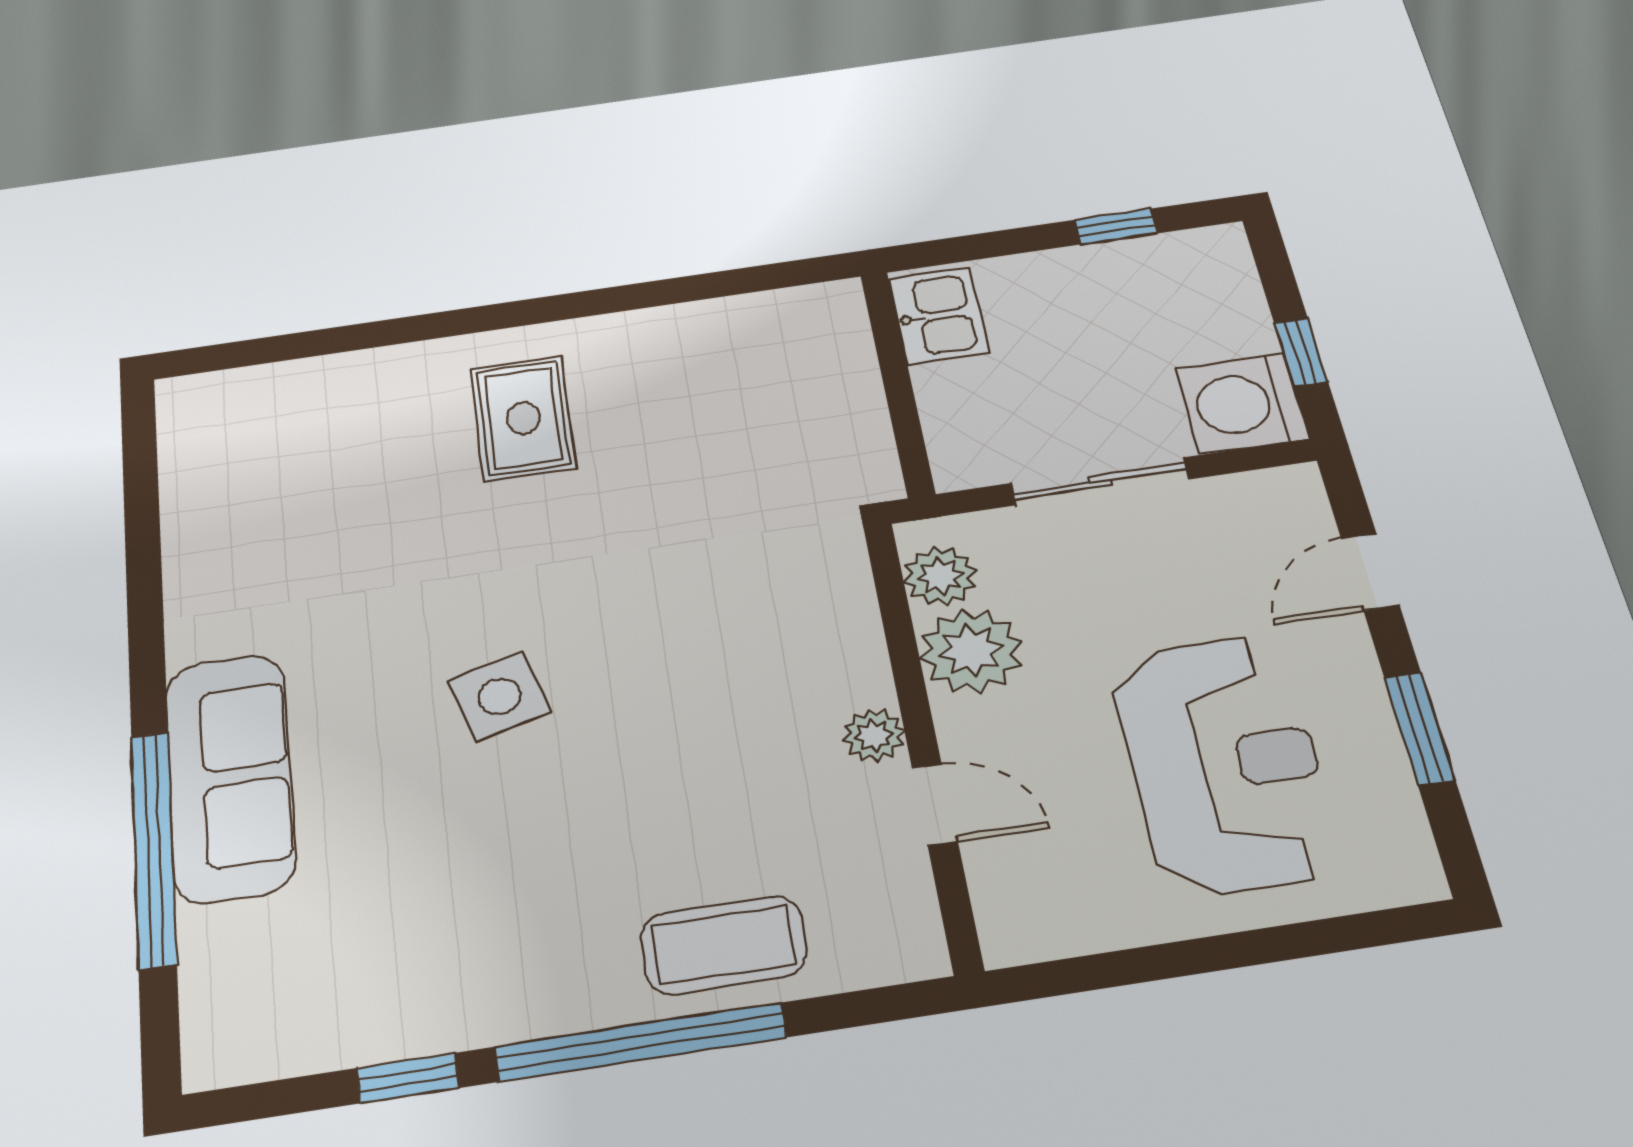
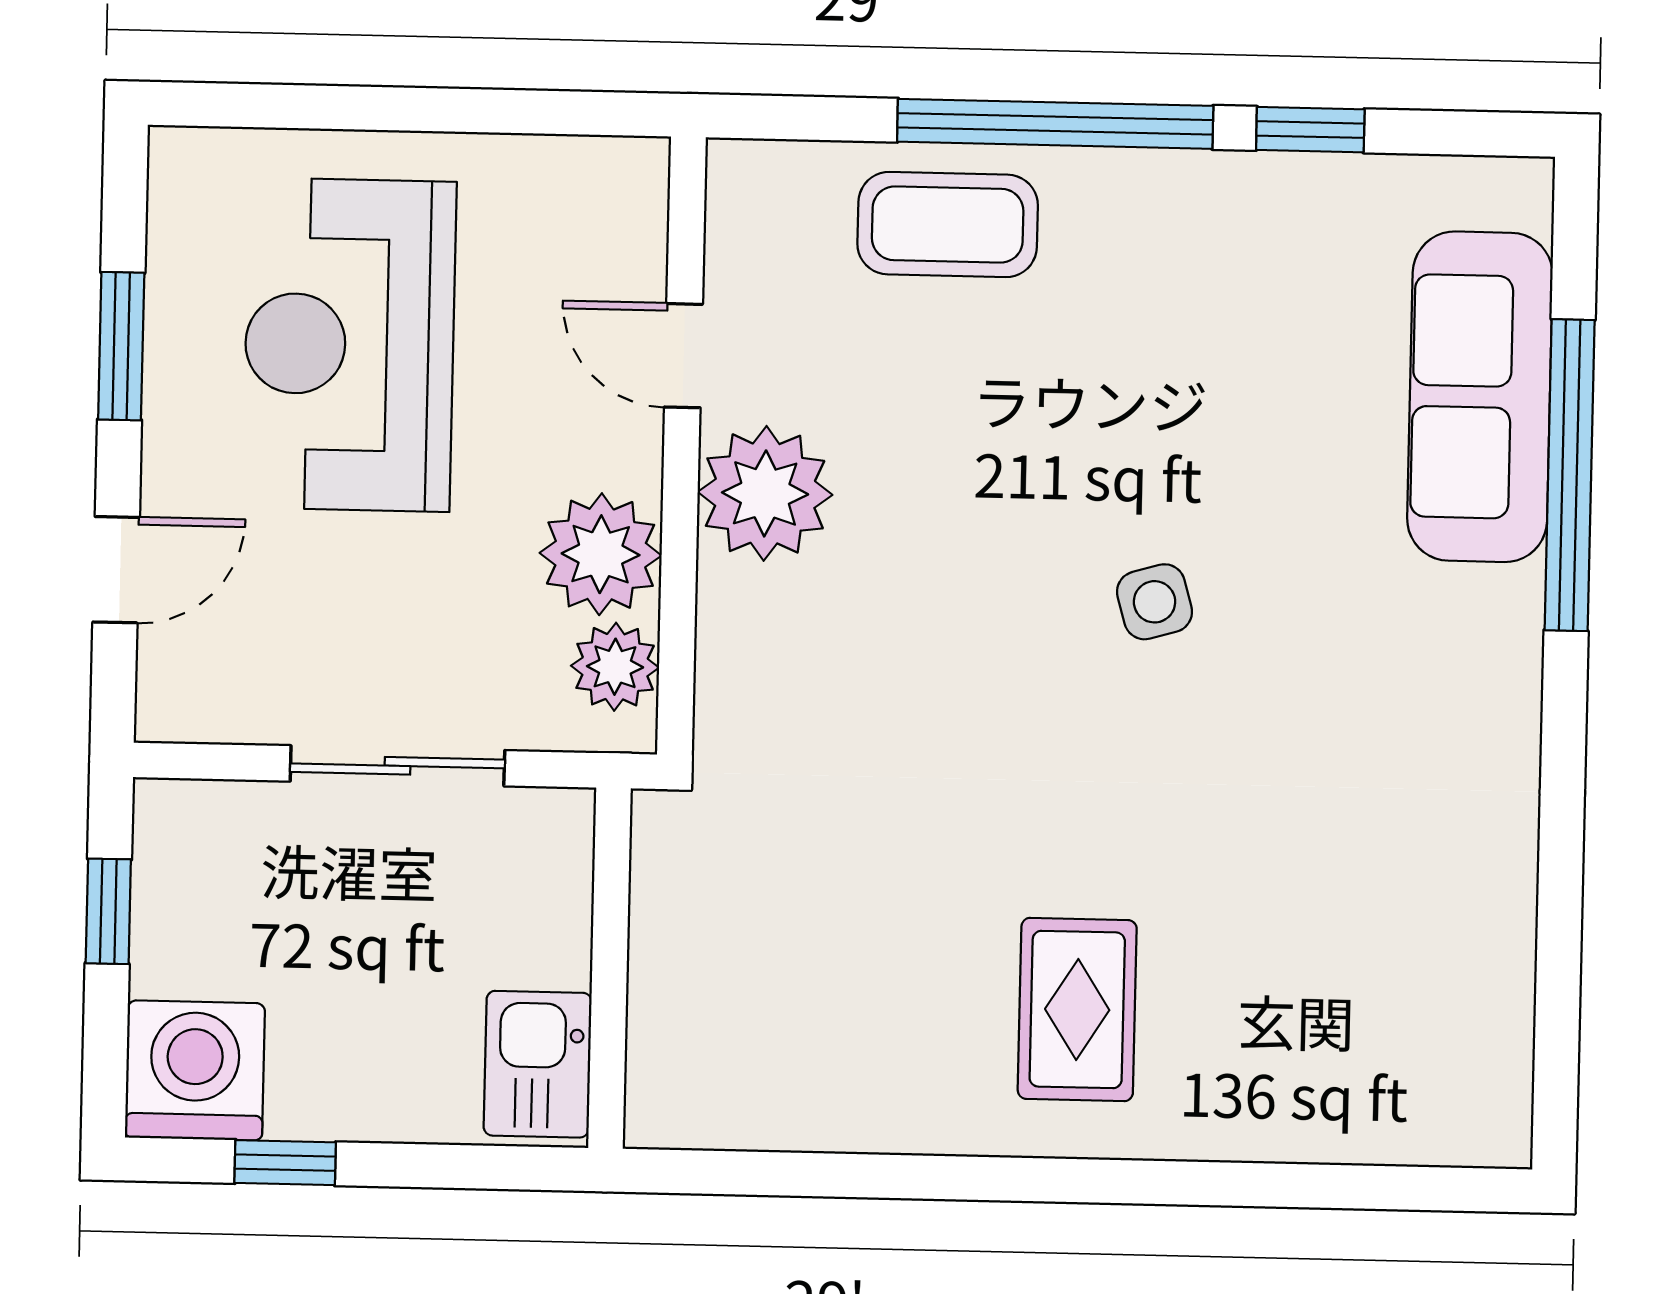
washing machine: (1242, 403) -> (195, 1070), moved, turned -90
side table: (500, 696) -> (1155, 602), width x0.73, depth x0.73
plant: (874, 736) -> (765, 493), width x1.88, depth x1.88
sofa: (230, 777) -> (1480, 397), moved

